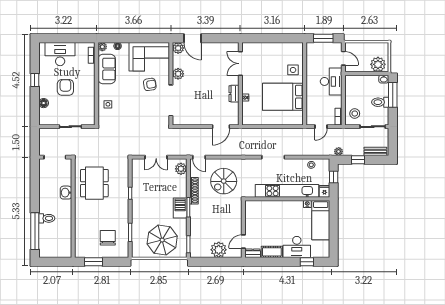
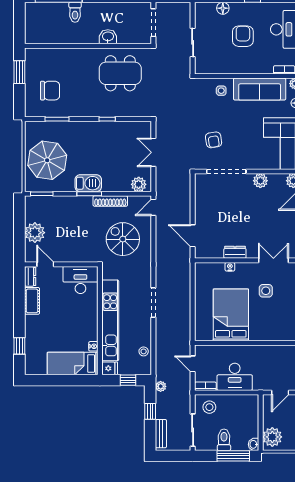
sofa: (107, 69) -> (260, 89), width x1.36
side table: (293, 70) -> (266, 291), moved
desk: (331, 81) -> (235, 377), moved
armchair: (150, 84) -> (214, 140), moved
armchair: (65, 87) -> (243, 36), turned -90
desk: (297, 247) -> (80, 280), moved, turned 90

